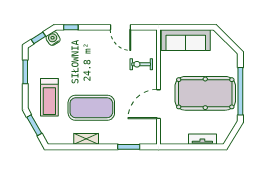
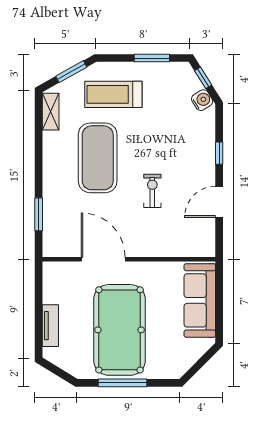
window: (71, 27) -> (219, 153), moved
exercise bike: (141, 64) -> (152, 191), moved
window: (240, 91) -> (123, 383), width x0.68
shelving: (86, 139) -> (51, 112), moved

